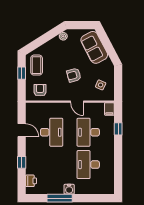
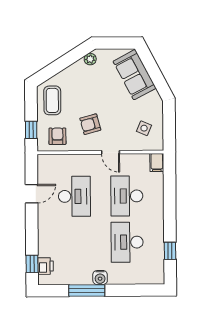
window: (22, 73) -> (31, 130), moved
armchair: (74, 75) -> (90, 124), moved
window: (118, 129) -> (170, 251), moved
door: (22, 130) -> (32, 194), hinge flipped
window: (22, 162) -> (32, 264), moved

